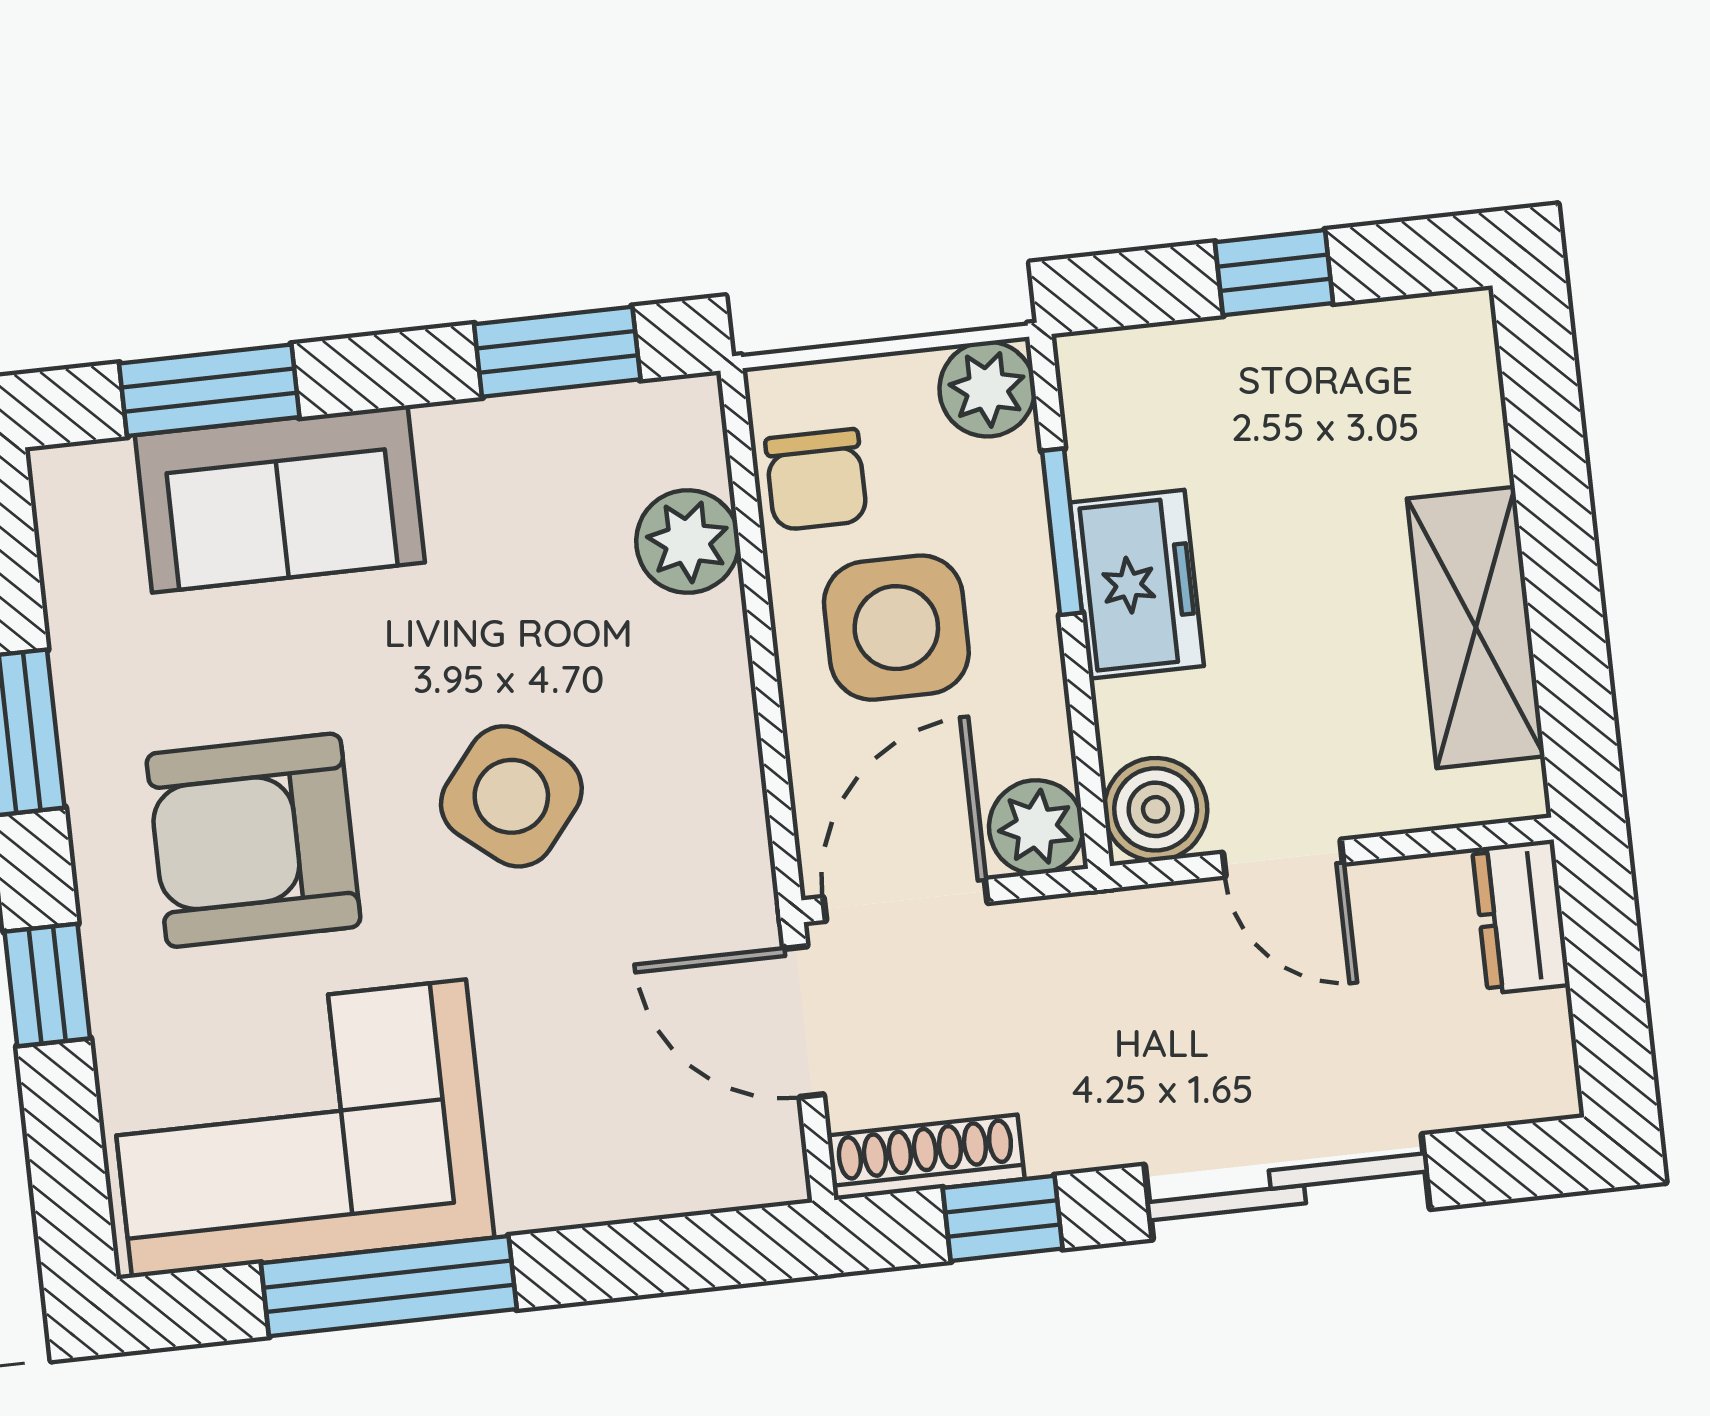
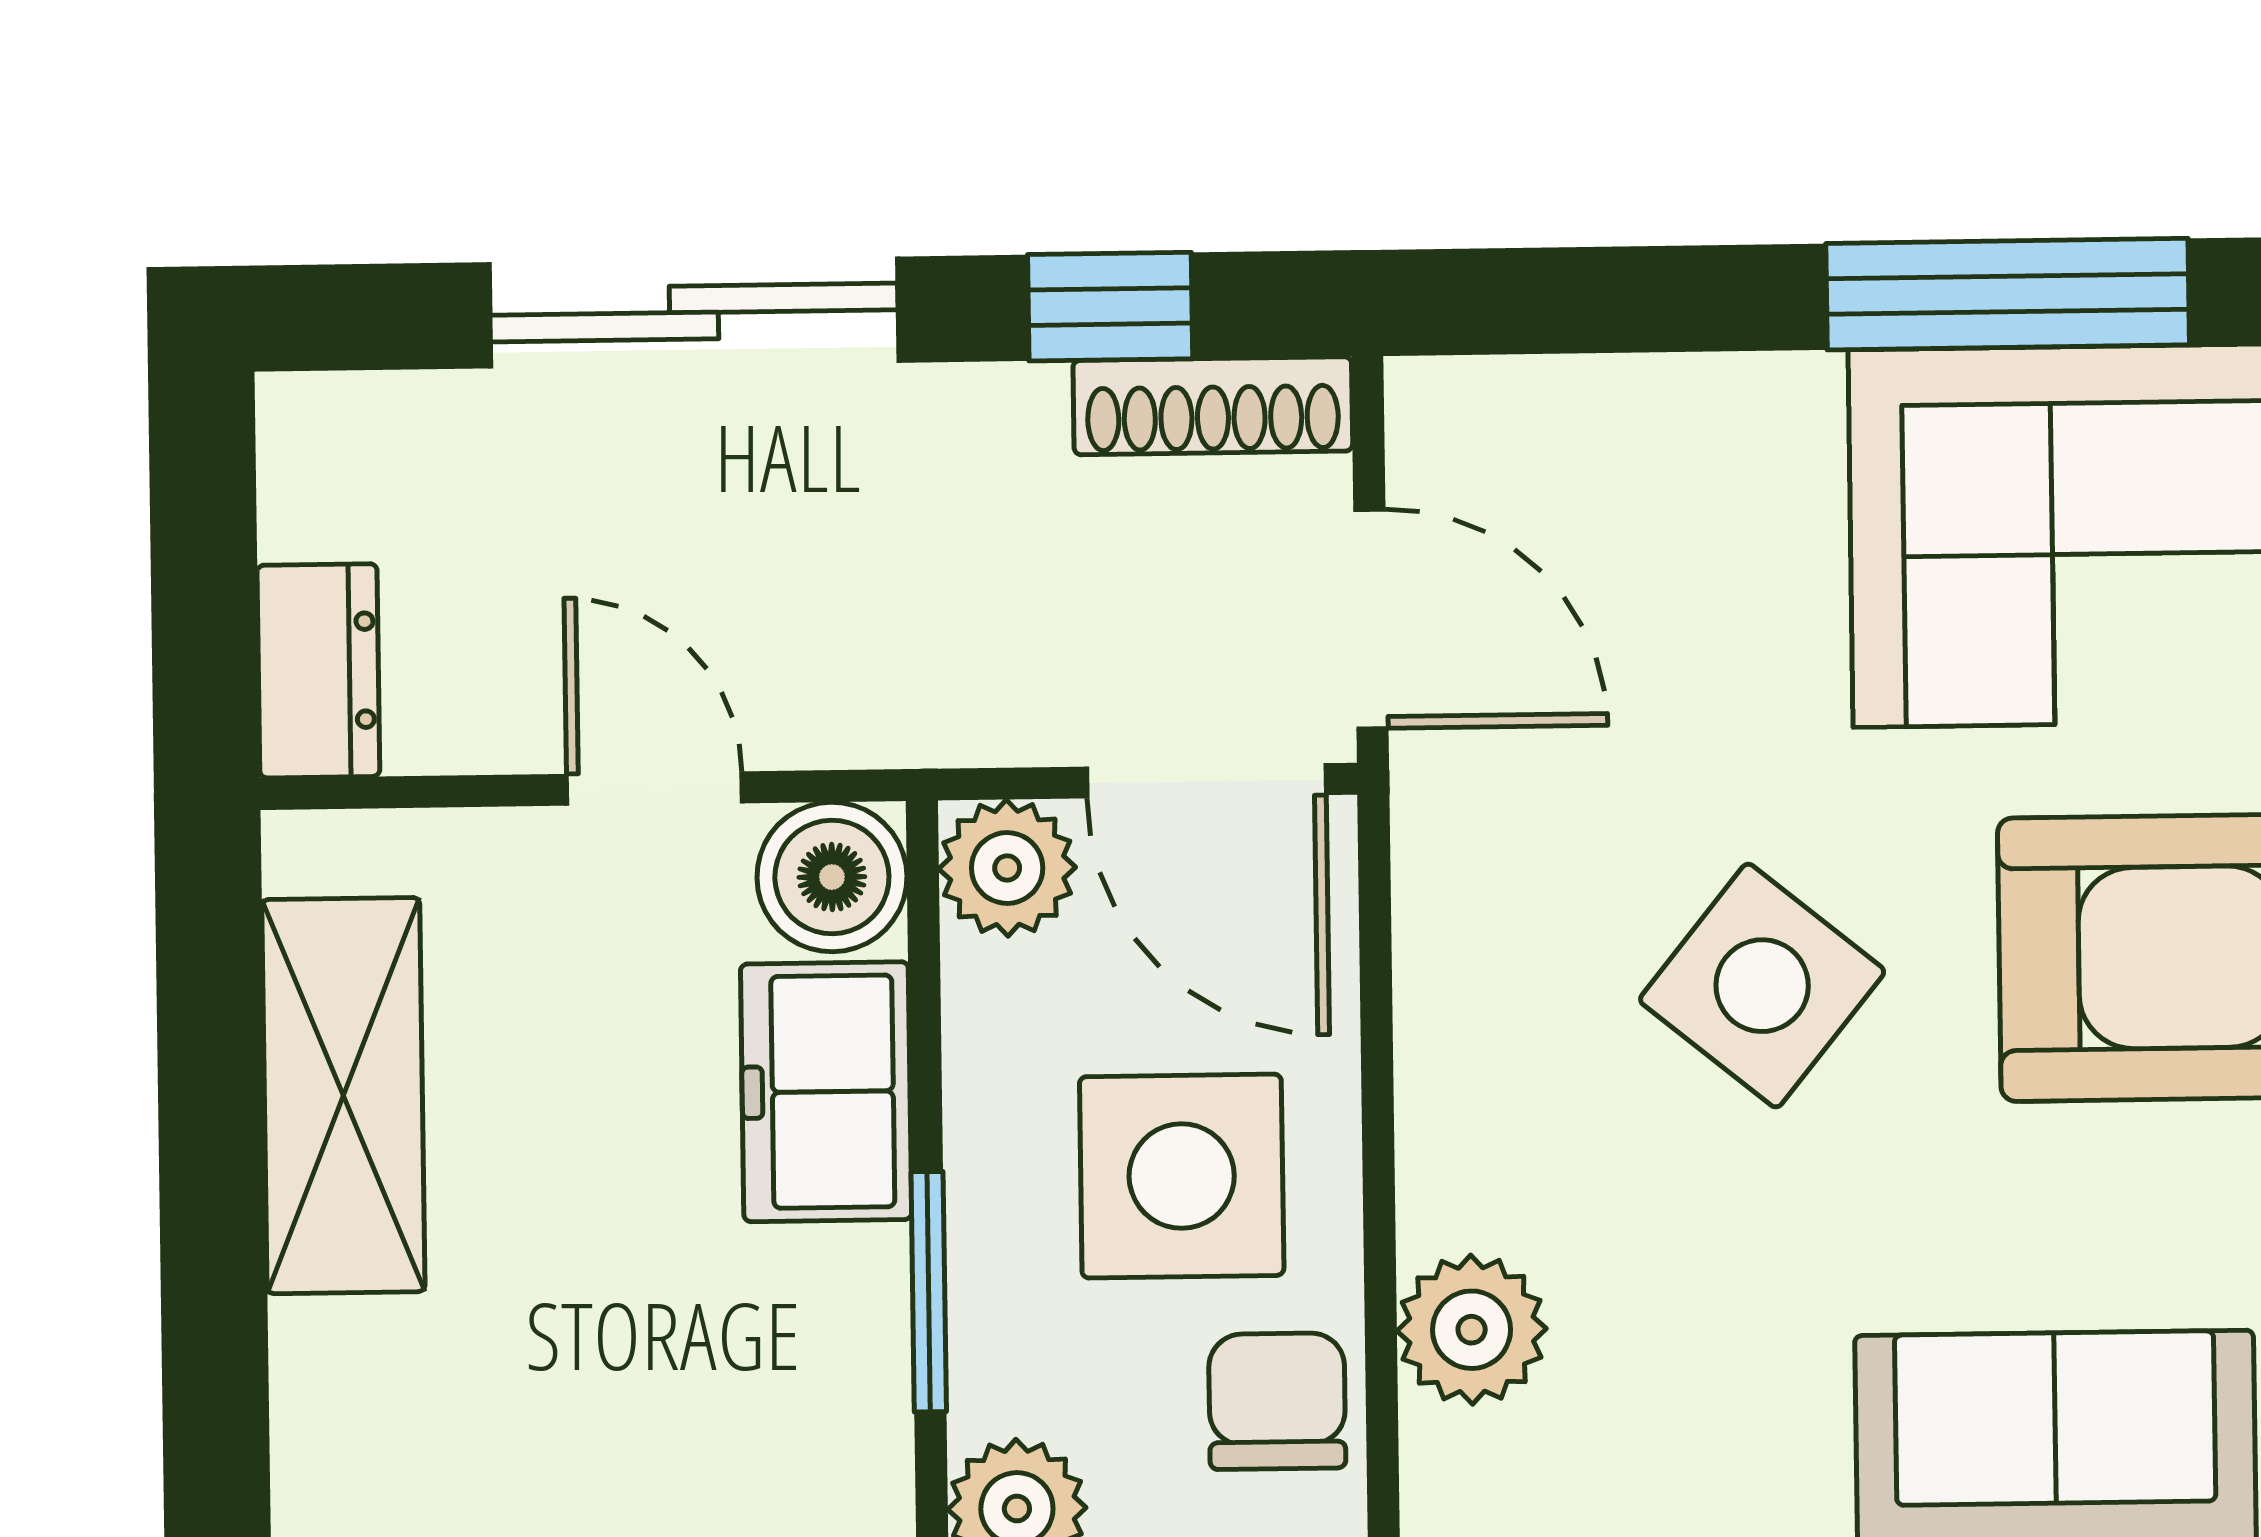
freezer: (1137, 584) -> (826, 1092), moved
door: (905, 900) -> (1206, 781), hinge flipped

